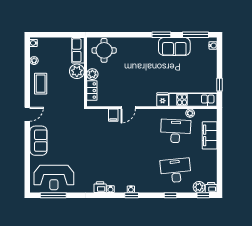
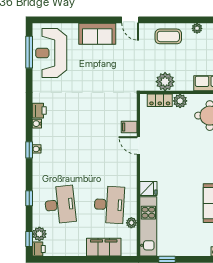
plant: (77, 71) -> (165, 82), moved

